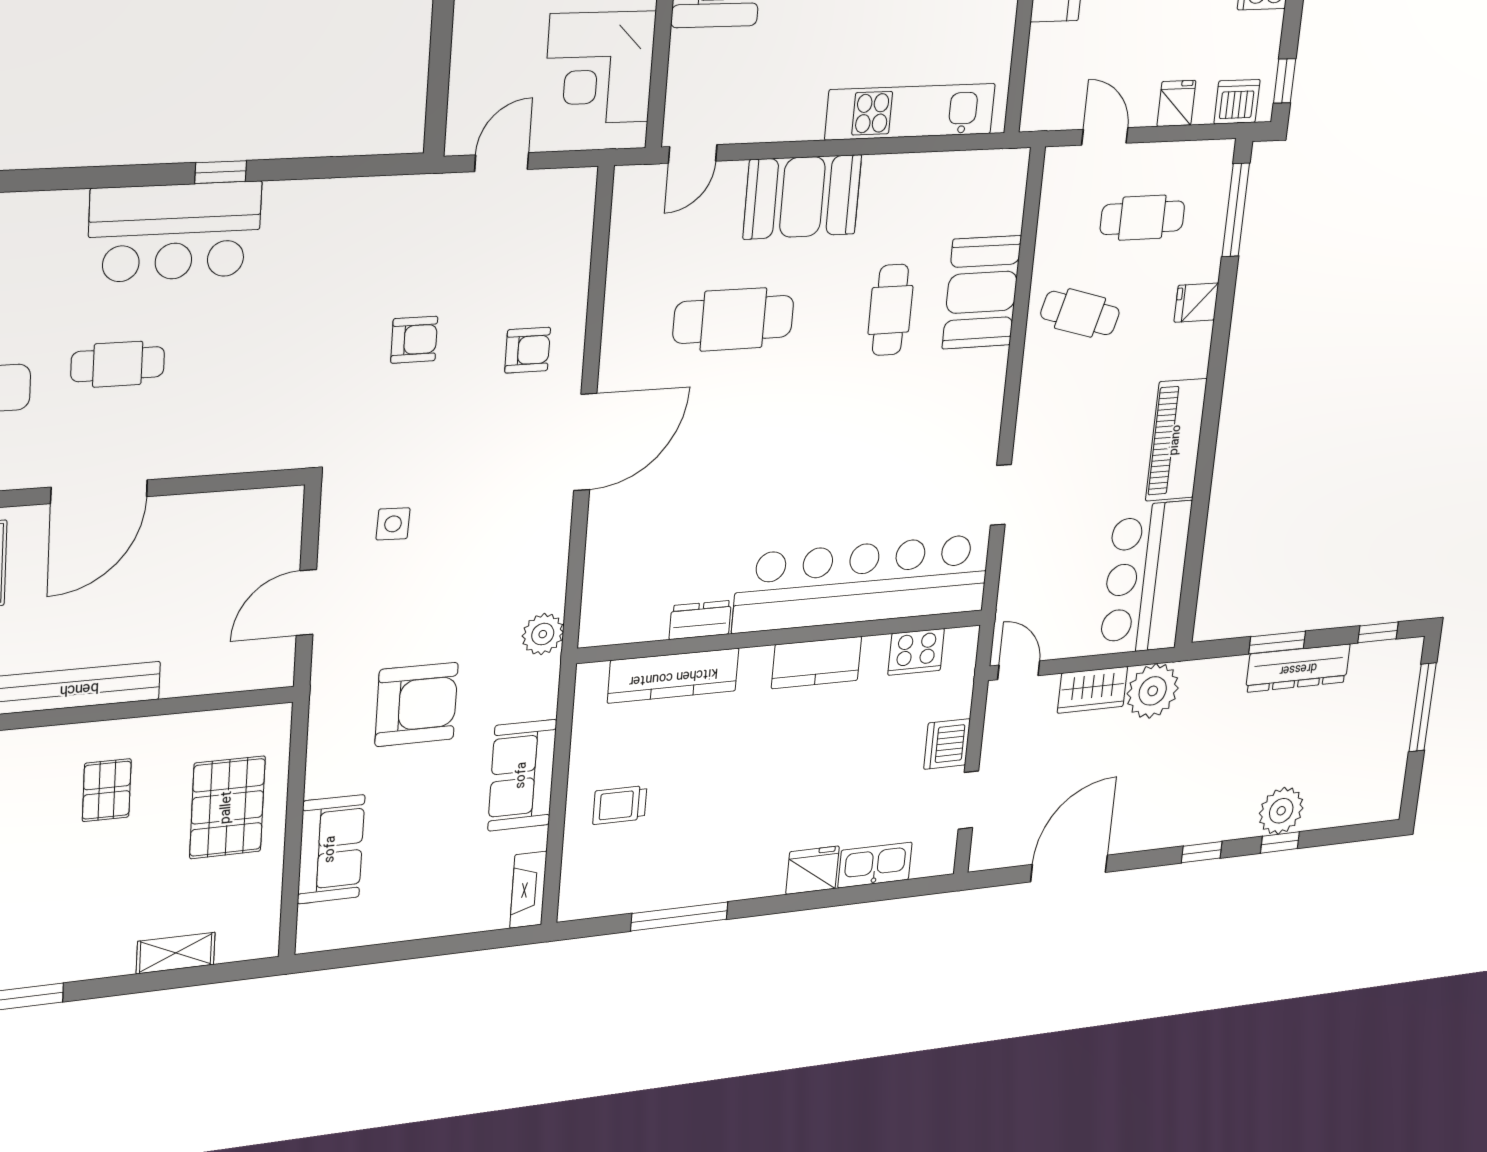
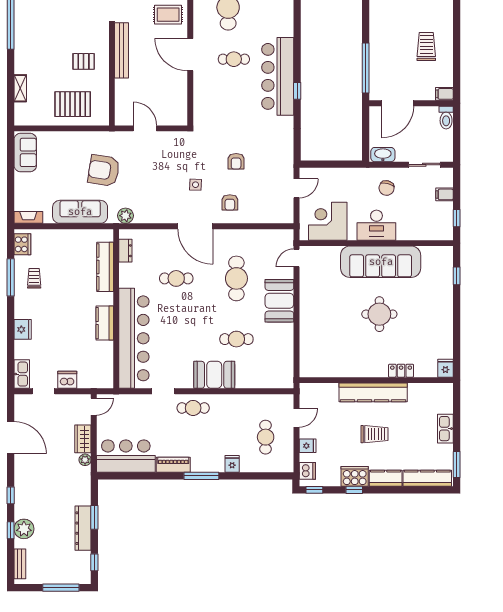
kitchen unit: (910, 112) -> (308, 339), removed
door: (693, 154) -> (296, 258), hinge flipped
door: (502, 162) -> (296, 188), hinge flipped
window: (1236, 210) -> (201, 476), moved
bar counter: (175, 232) -> (278, 76), width x1.36
booth: (982, 292) -> (214, 375), moved
cafe table: (1080, 313) -> (193, 408), moved, turned 74
cafe table: (118, 364) -> (234, 59), turned 90
piano: (1176, 440) -> (173, 465), width x0.73, depth x0.75
cafe table: (719, 484) -> (176, 278), added
side table: (393, 524) -> (195, 185), moved
dresser: (700, 620) -> (125, 251), moved
cooker: (916, 652) -> (22, 244), moved, turned 180
plant: (1153, 691) -> (85, 460), width x0.53, depth x0.53
armchair: (417, 704) -> (104, 171), turned 99
sofa: (522, 775) -> (80, 212), width x1.36
trolley: (620, 805) -> (34, 278), moved
bench: (1357, 811) -> (20, 564), added
sofa: (331, 849) -> (25, 152), moved, turned -90
kitchen sink: (875, 865) -> (22, 374), moved

